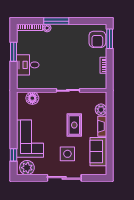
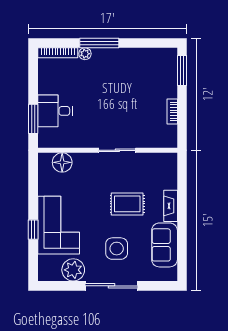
armchair: (97, 39) -> (163, 71), removed
window: (14, 52) -> (33, 119), moved
plant: (101, 110) -> (168, 180), removed
rug: (74, 125) -> (127, 204), turned 90
window: (14, 155) -> (33, 230), moved
plant: (27, 168) -> (73, 270), moved

